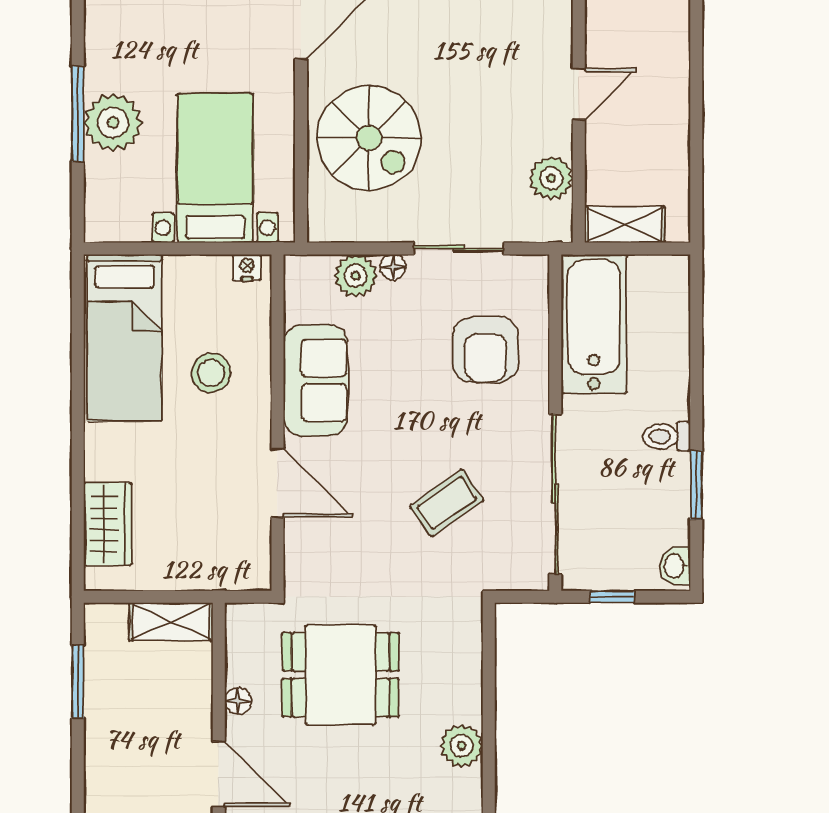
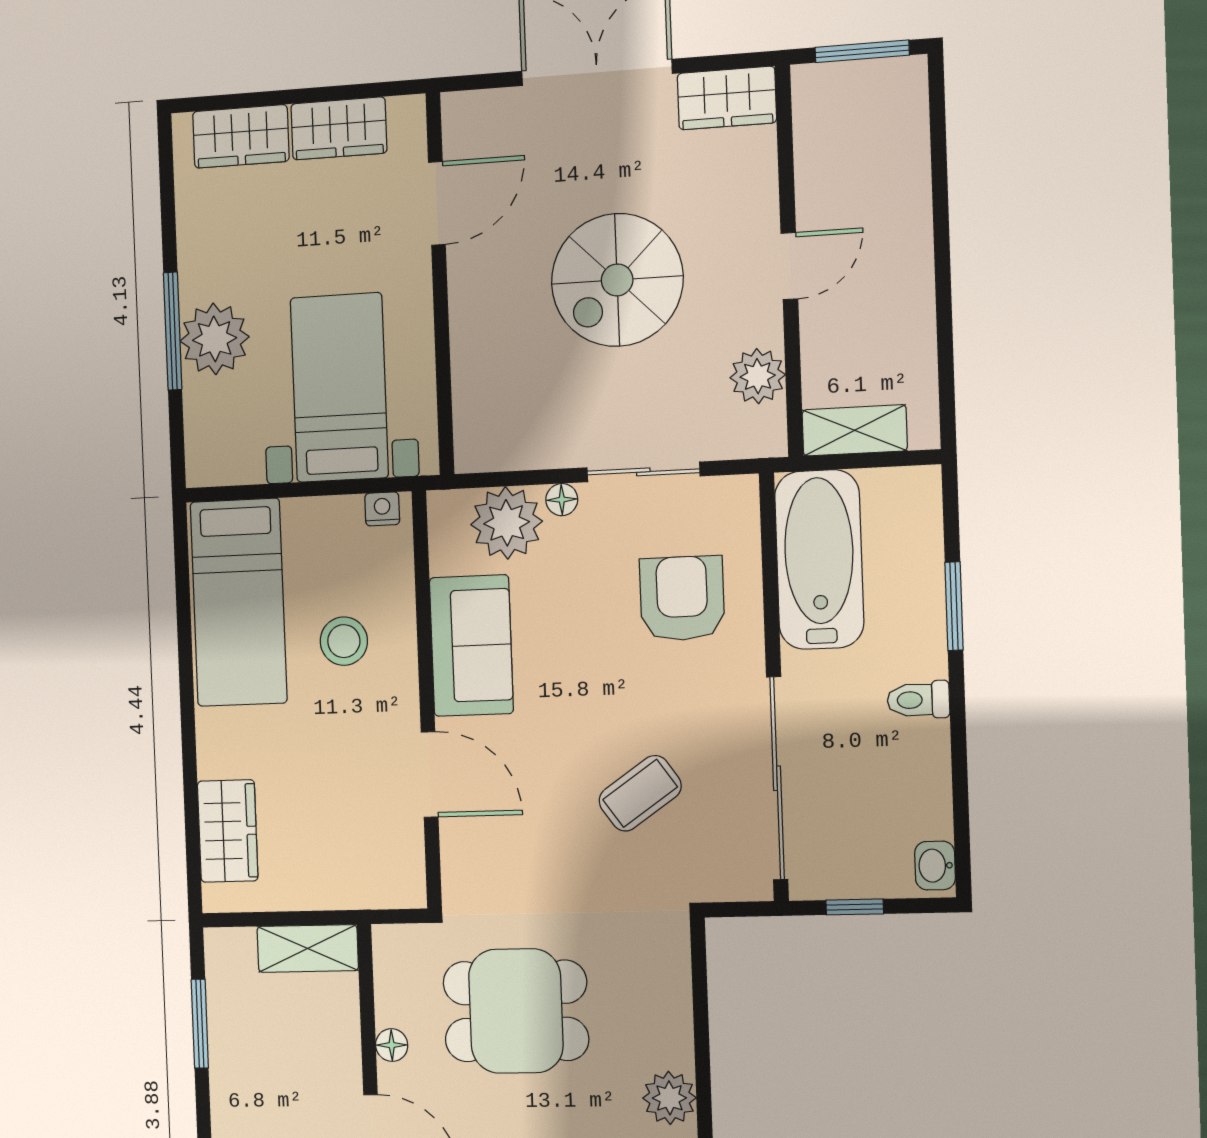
spiral stairs: (369, 138) -> (617, 280), moved, turned 90
plant: (356, 276) -> (507, 523), width x1.36, depth x1.36
armchair: (486, 350) -> (682, 598), turned 180
window: (696, 485) -> (954, 606), moved

